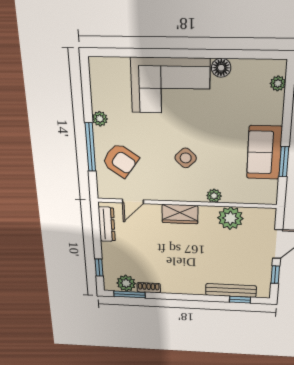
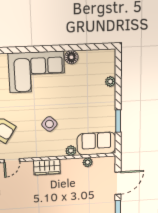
plant: (278, 83) -> (110, 82), moved
sofa: (264, 153) -> (96, 144), moved, turned 90
plant: (230, 218) -> (88, 162), width x0.53, depth x0.53

